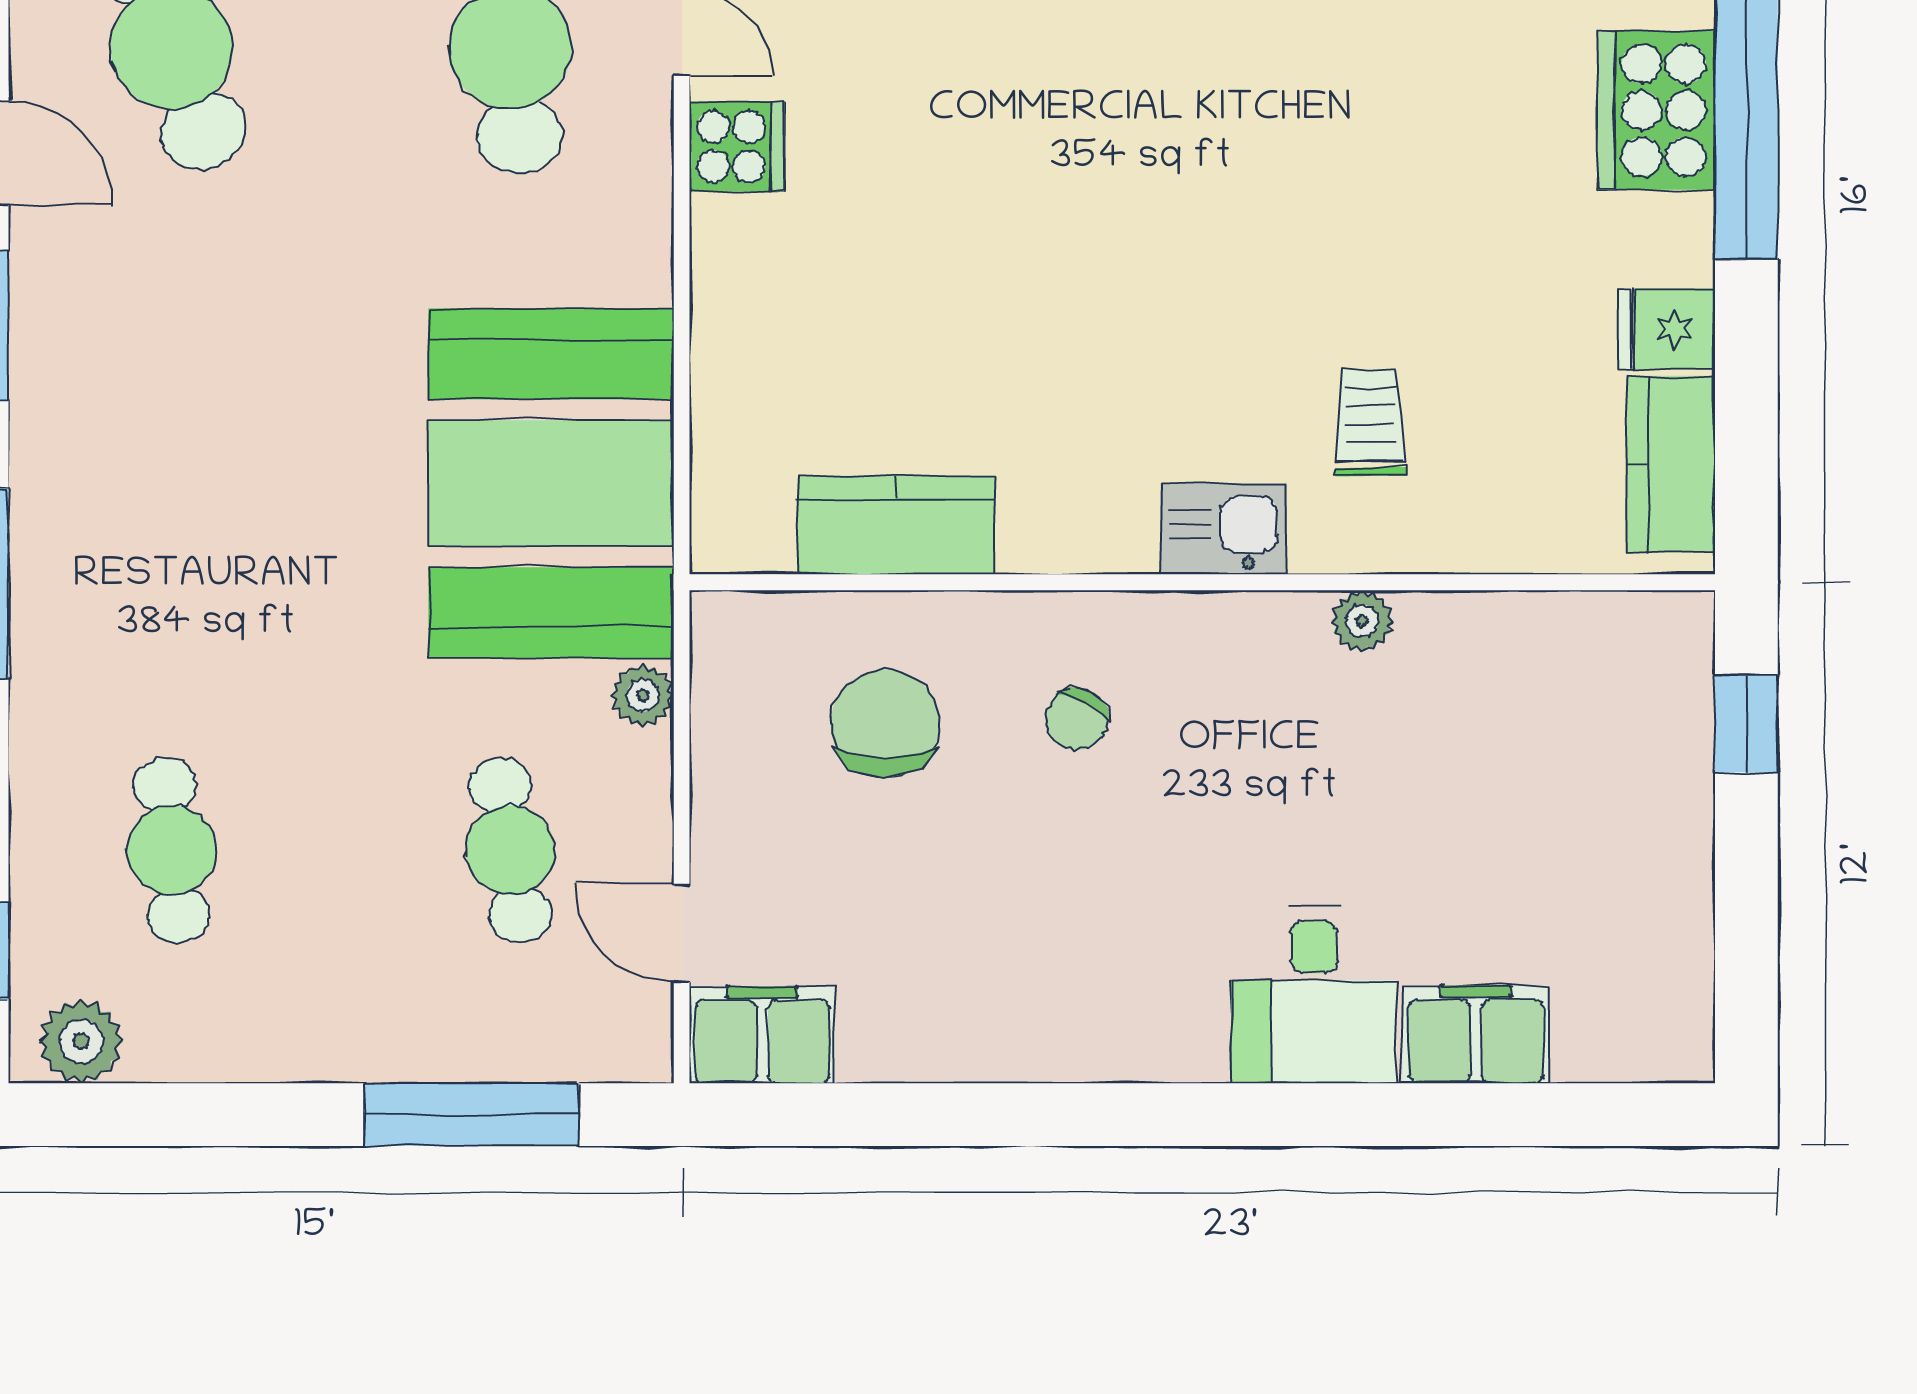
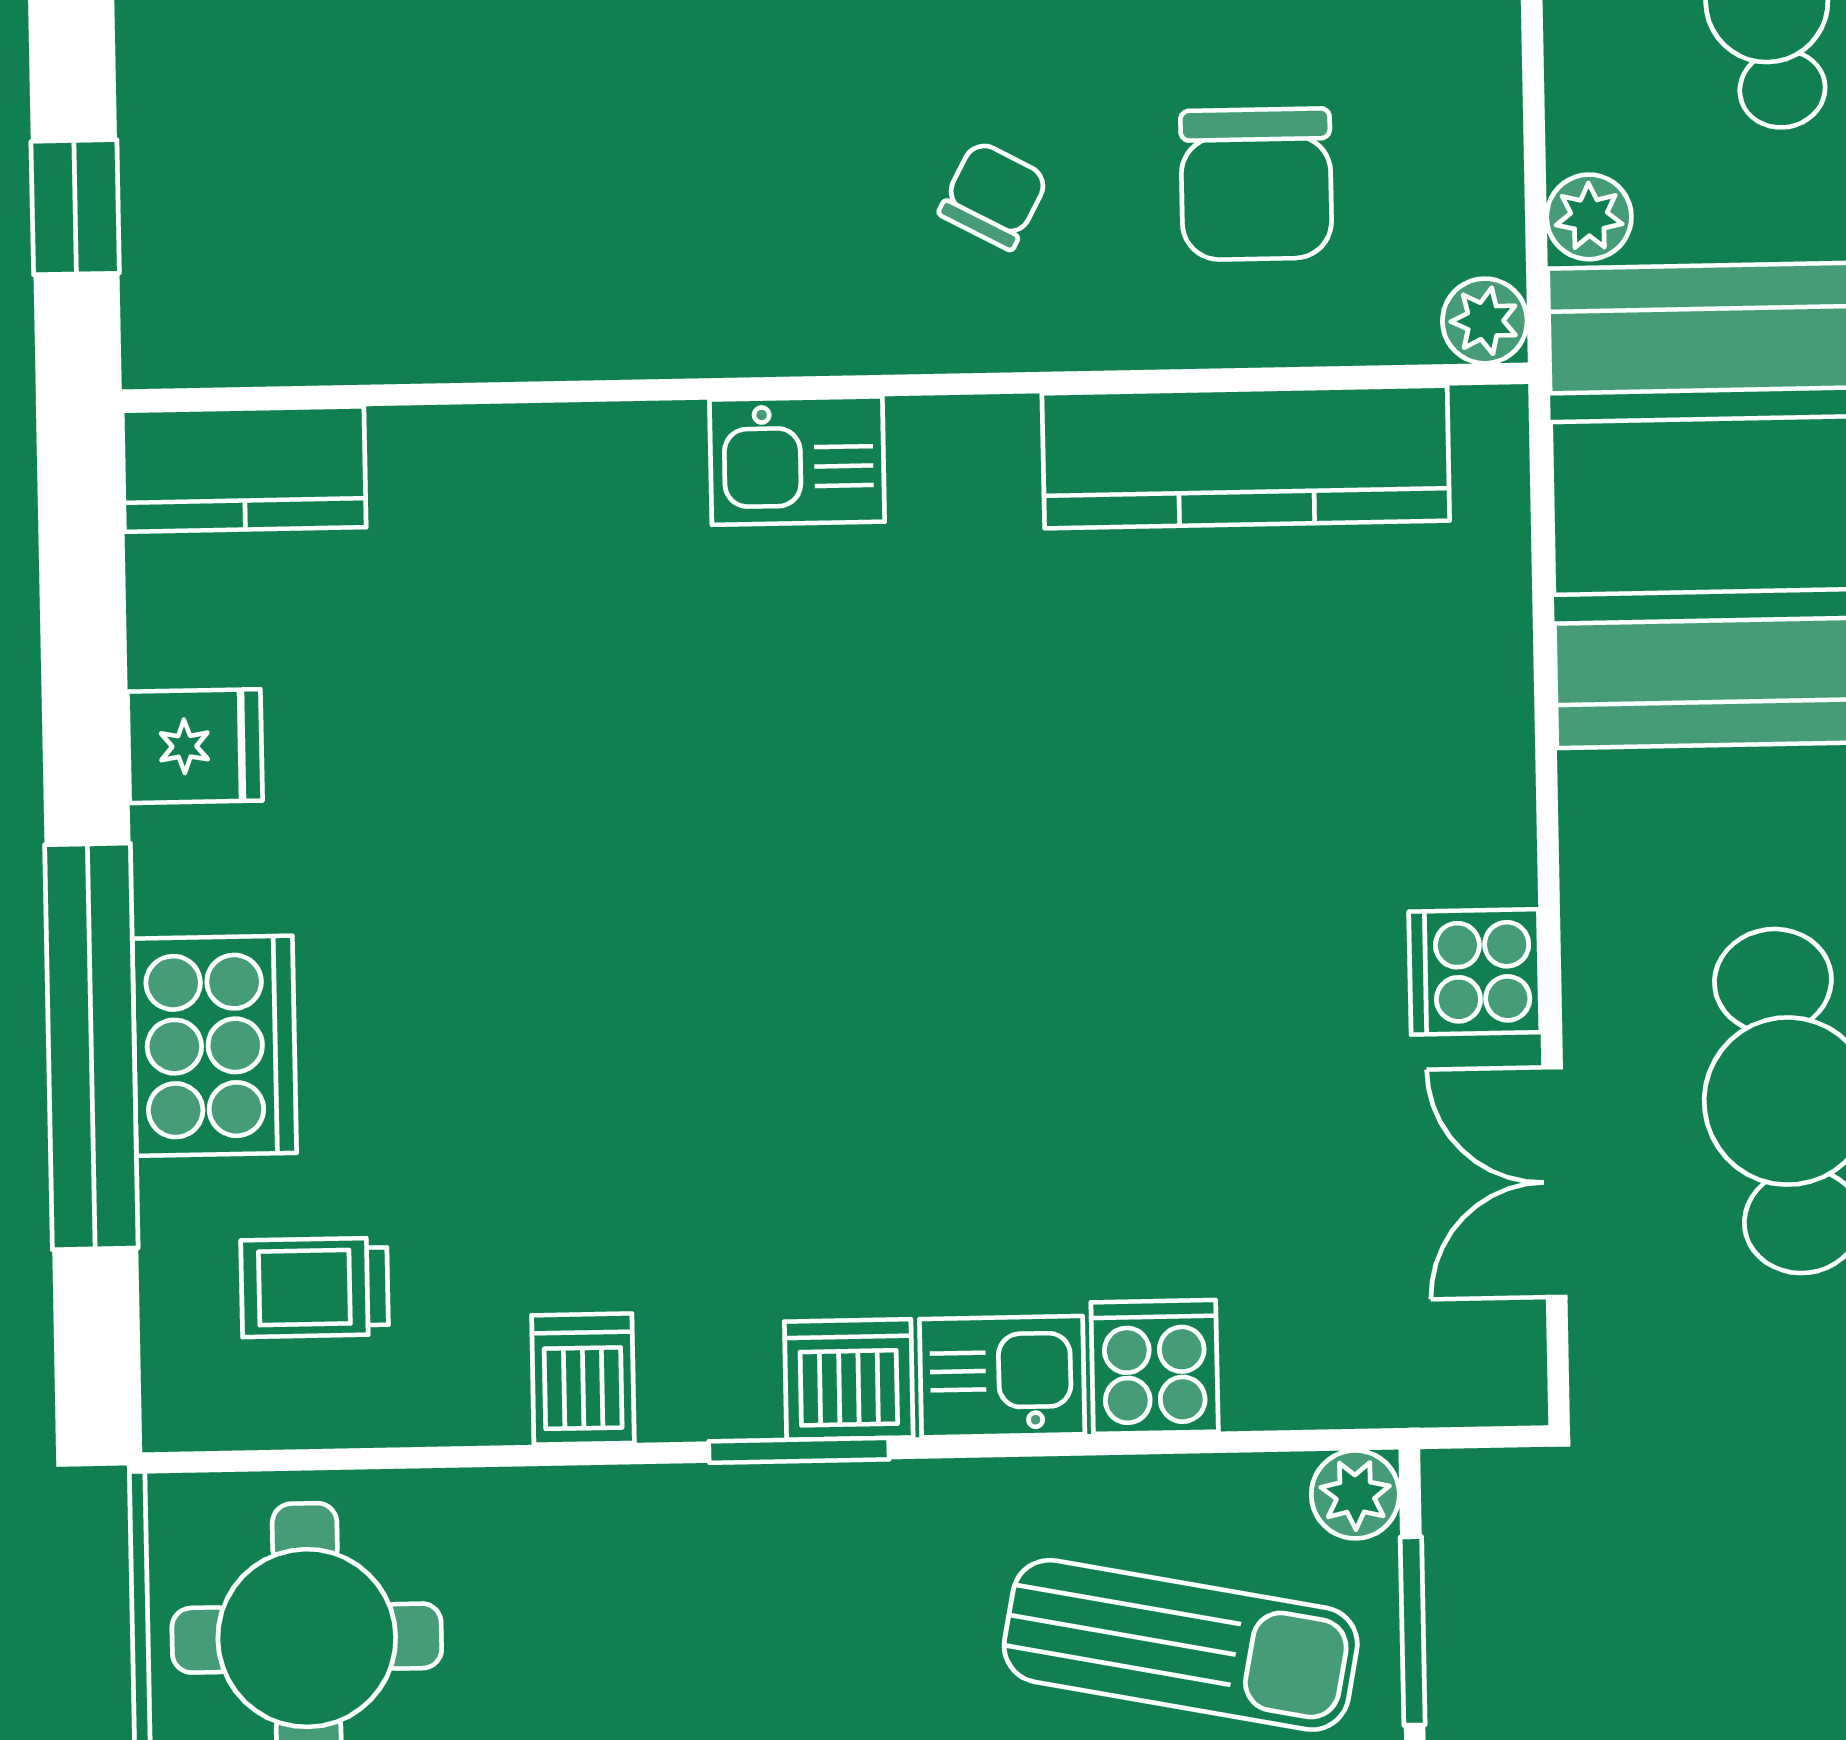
trolley: (1370, 423) -> (599, 610), removed
kitchen counter: (1671, 464) -> (244, 469), moved, turned 90
kitchen counter: (896, 525) -> (1246, 457), width x1.50
plant: (1362, 621) -> (1485, 321), moved

